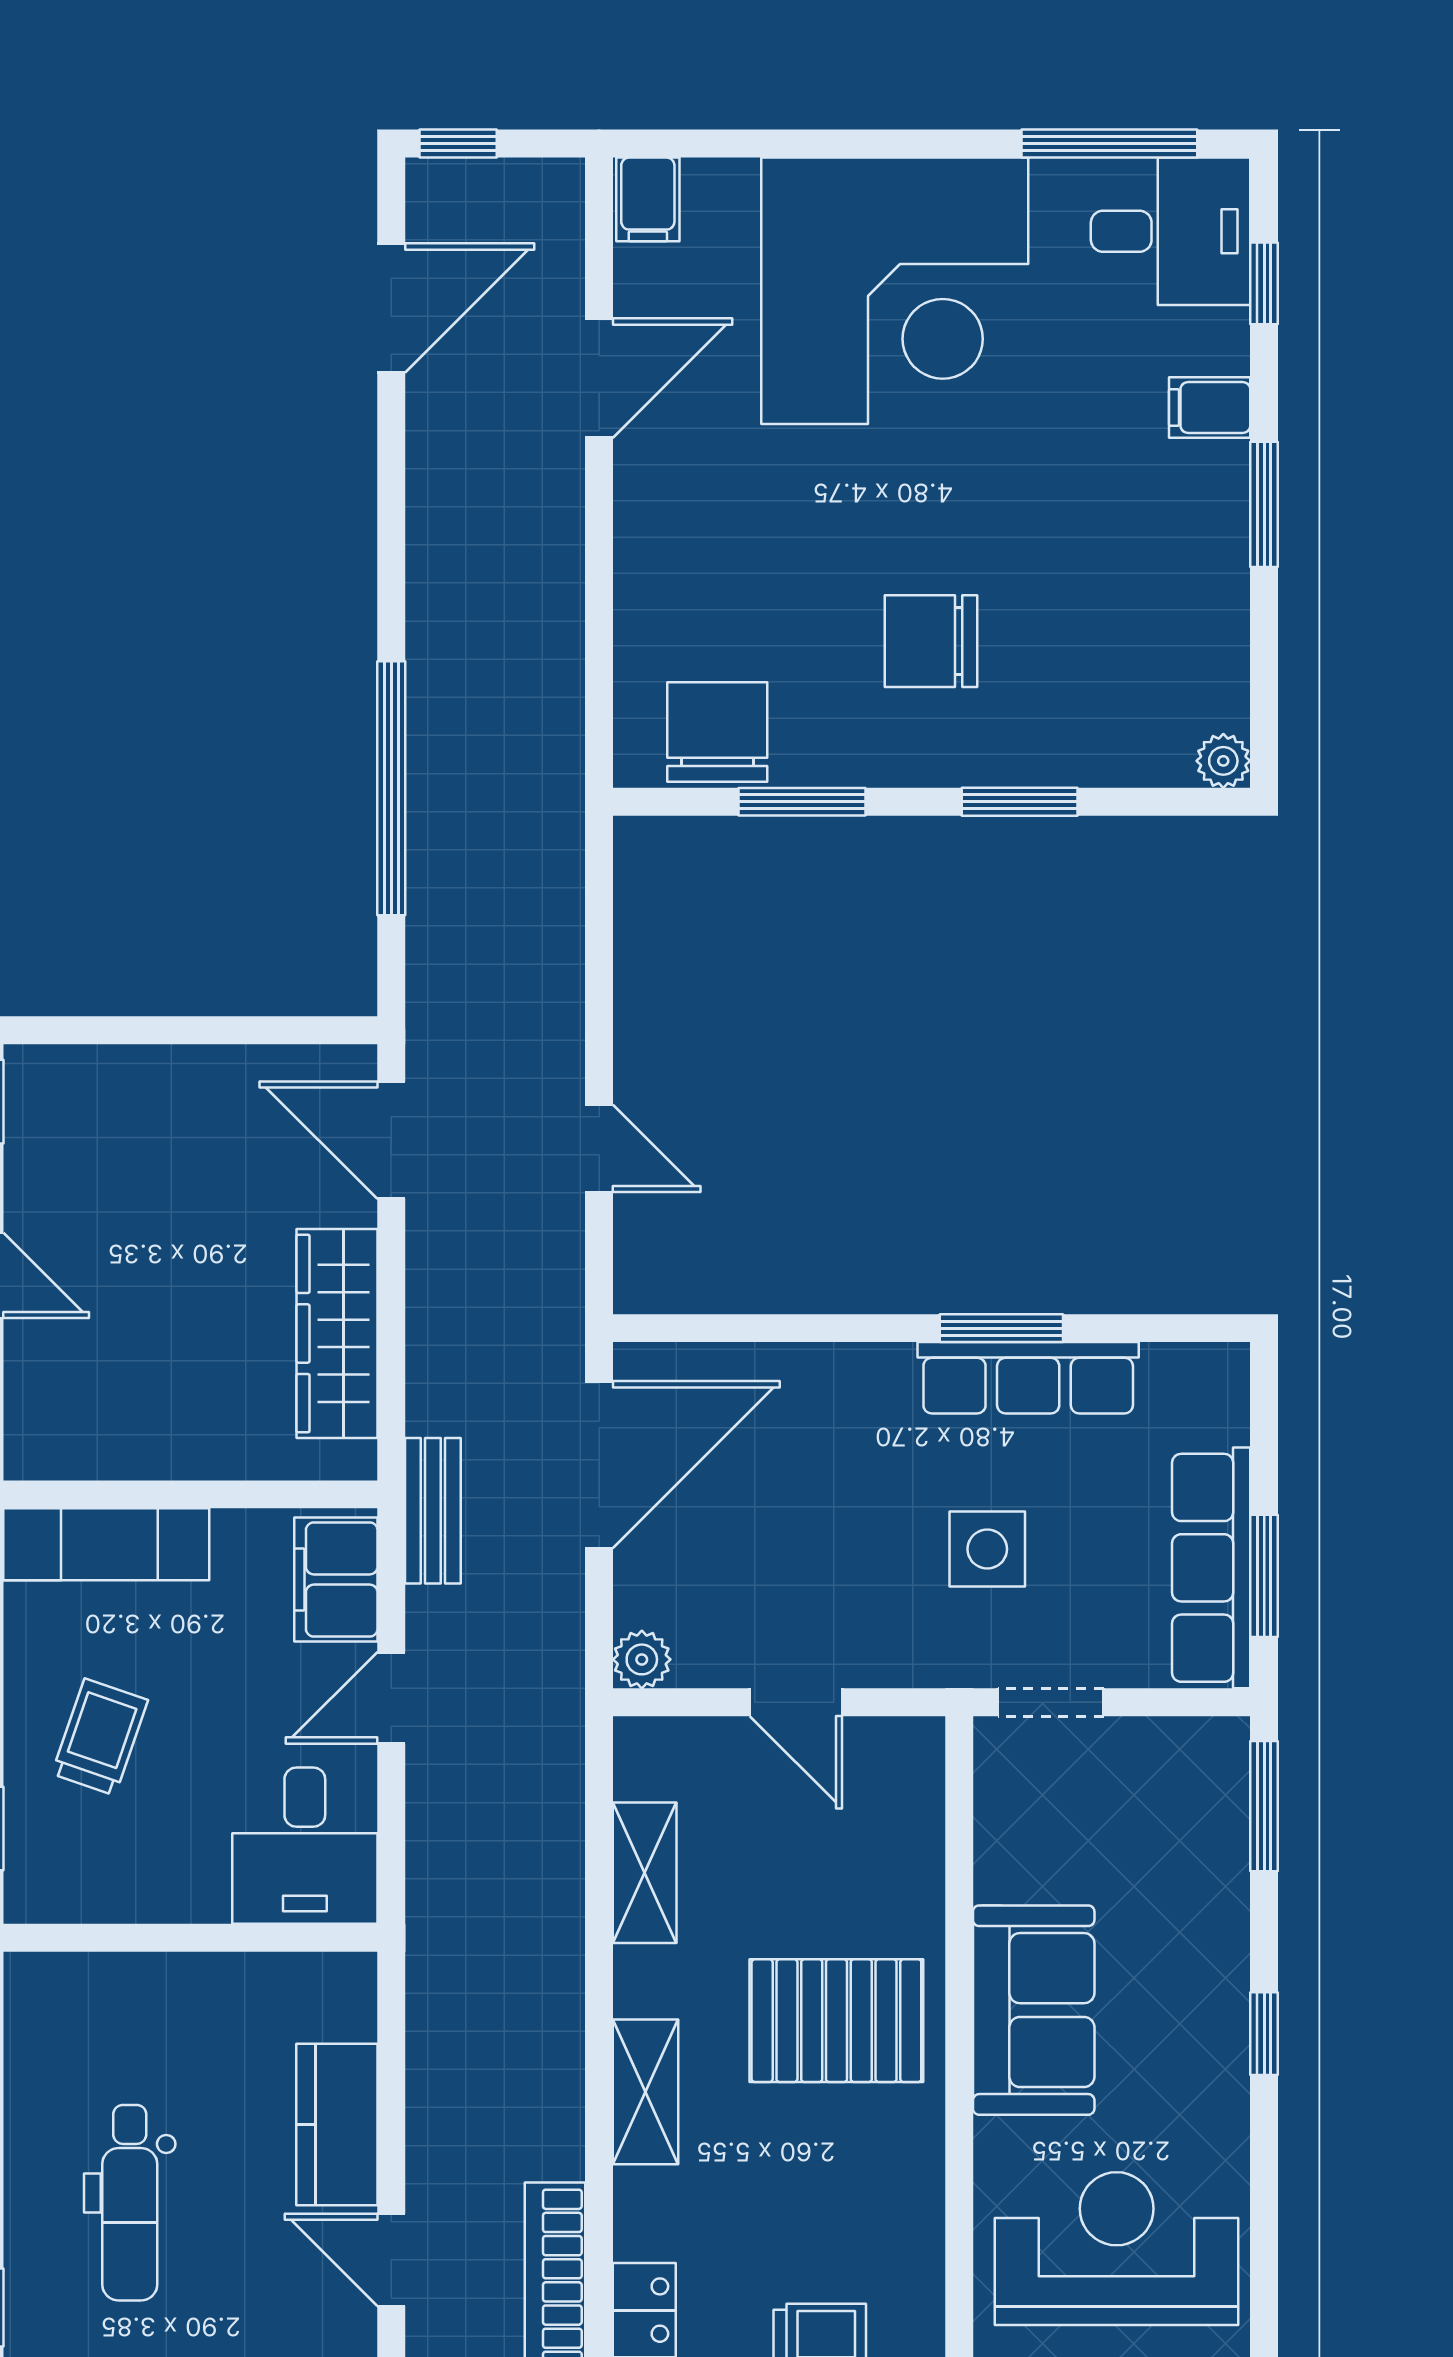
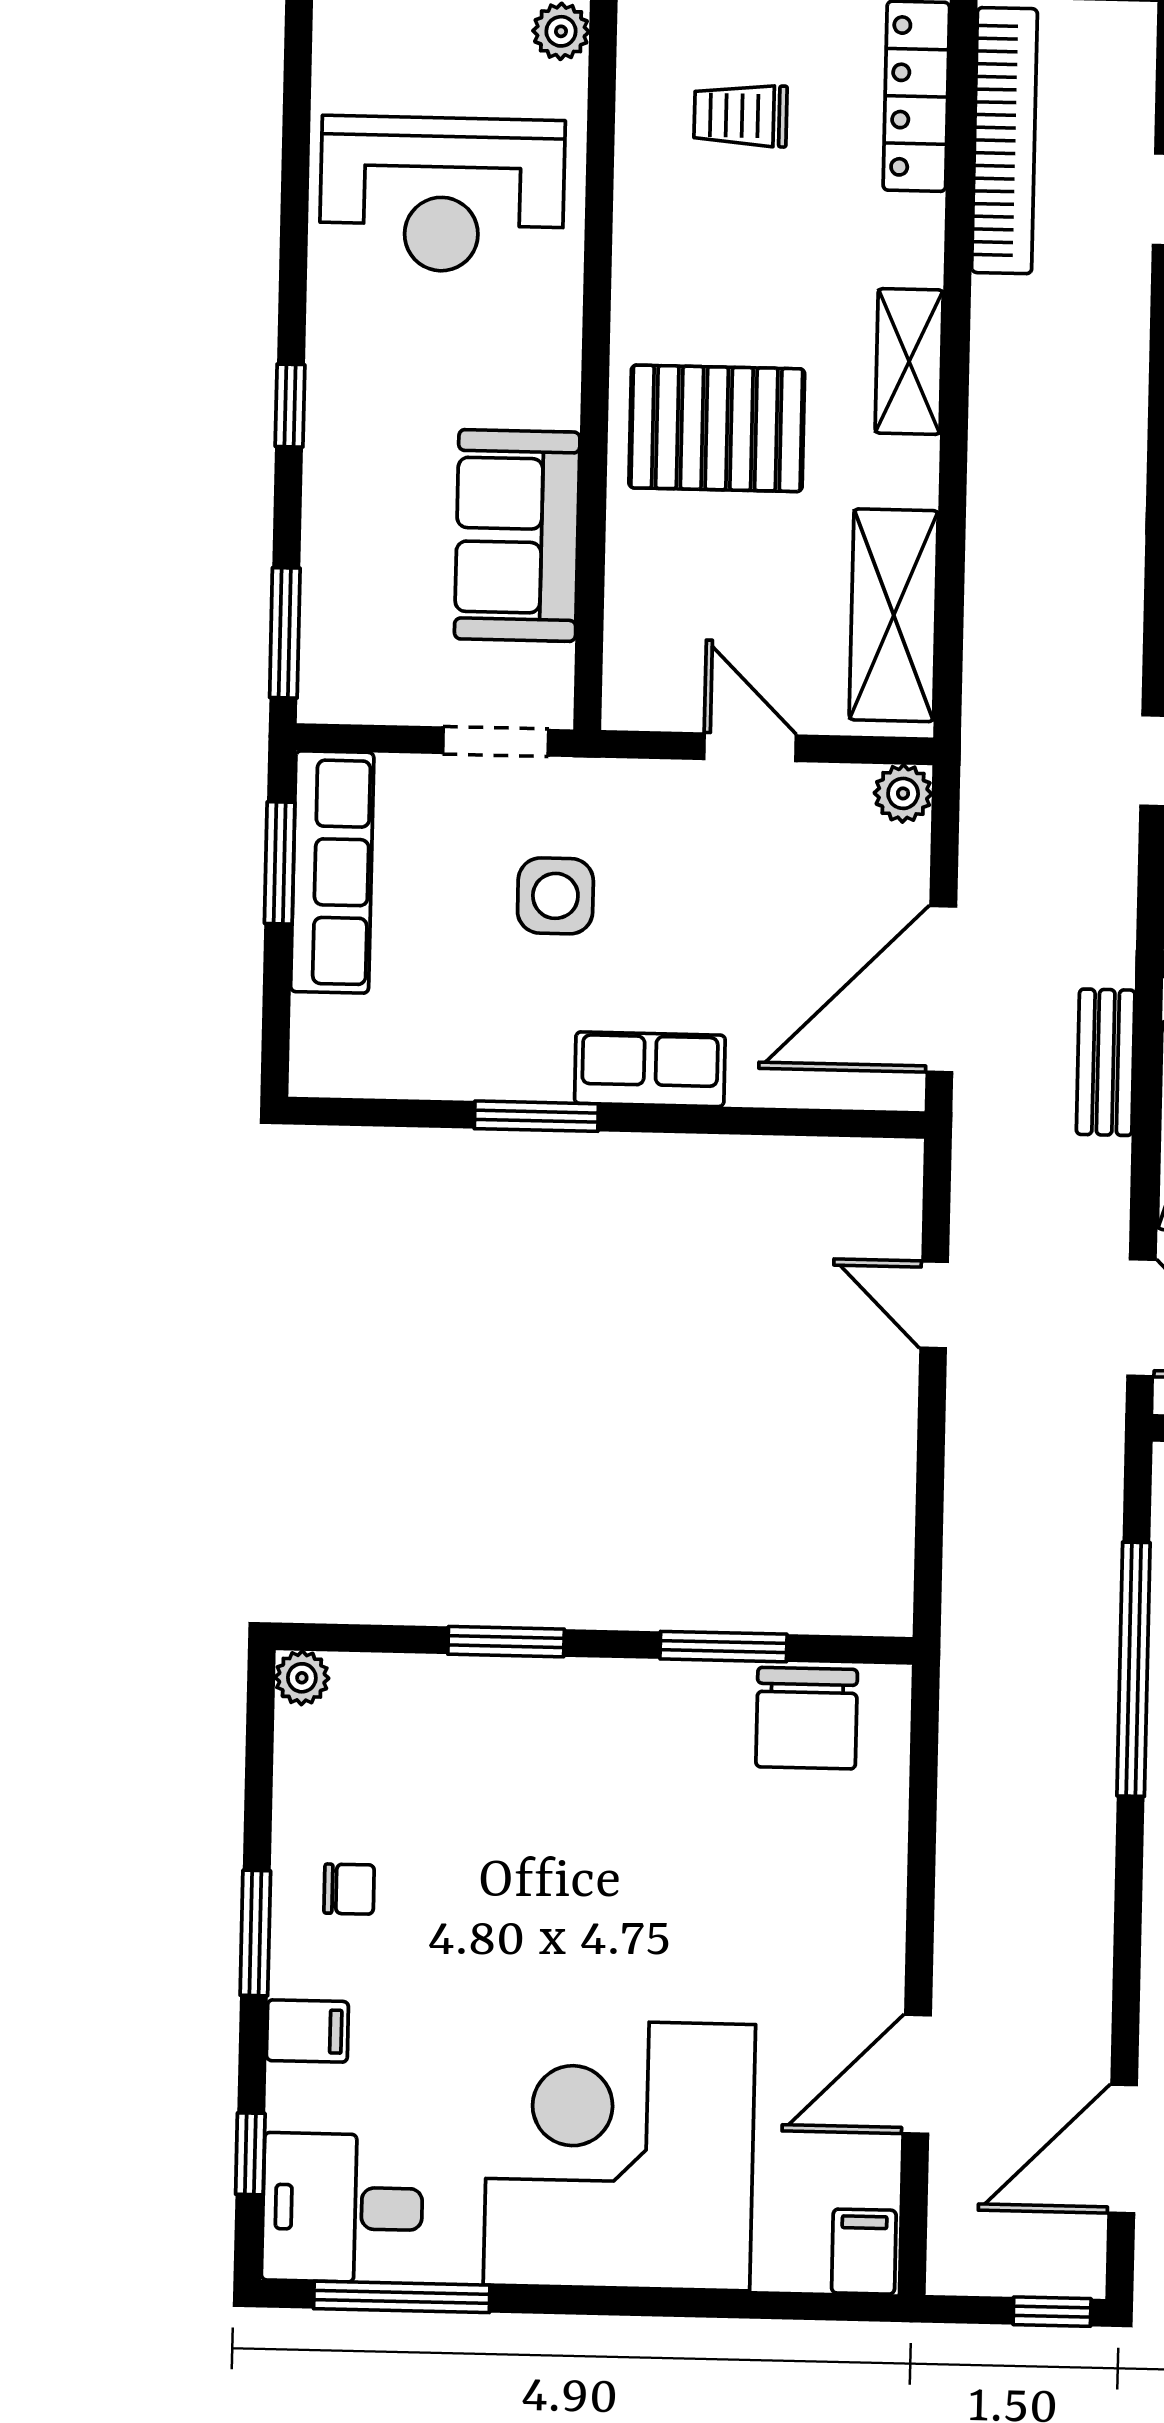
chair: (931, 641) -> (349, 1889), moved, width x0.54, depth x0.54
row of seats: (1028, 1378) -> (650, 1069), moved, width x0.68
bench: (433, 1511) -> (1106, 1062), moved
shelving: (645, 1873) -> (894, 615), width x1.50, depth x1.33
sofa: (1034, 2010) -> (517, 535), moved

